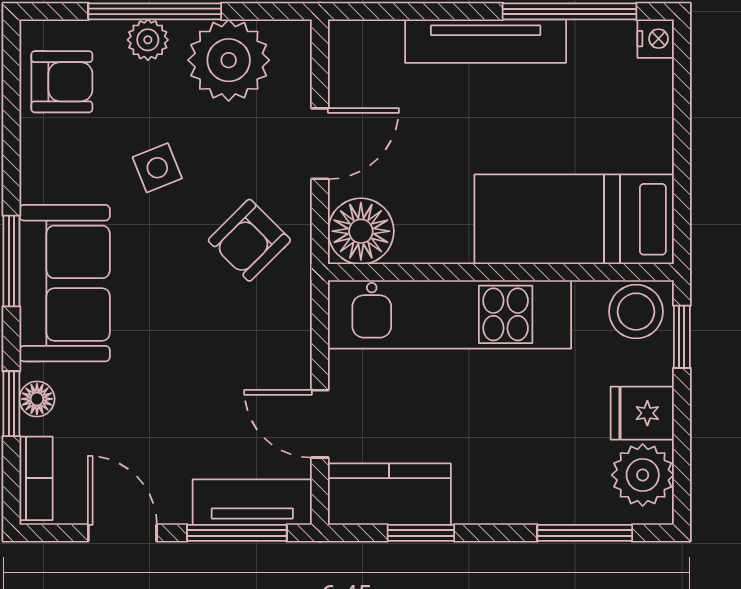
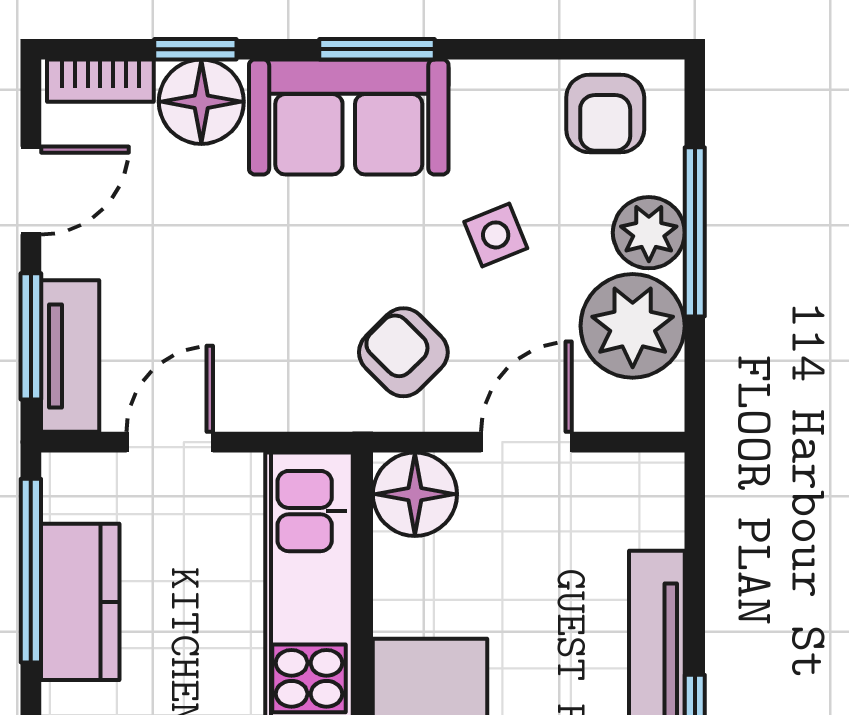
plant: (148, 40) -> (649, 233), width x1.38, depth x1.38
door: (320, 144) -> (526, 442), swing flipped
floor lamp: (37, 399) -> (201, 102), width x1.89, depth x1.89
kitchen counter: (389, 494) -> (80, 602), moved
window: (421, 533) -> (31, 571), width x2.17

